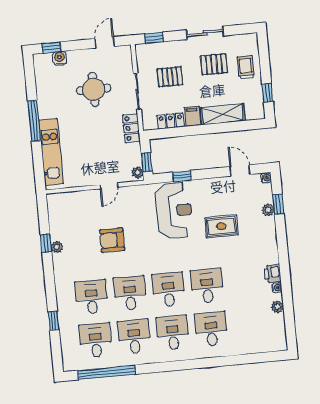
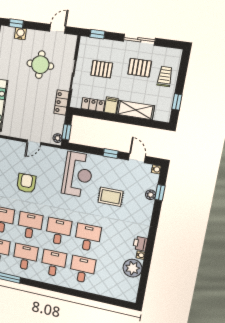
window: (182, 176) -> (111, 154), moved
armchair: (112, 240) -> (26, 183), turned 90
plant: (277, 307) -> (133, 268), width x1.88, depth x1.88

